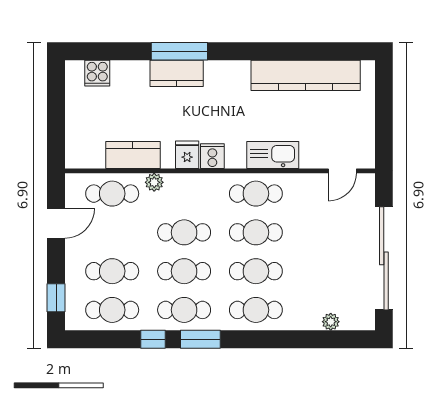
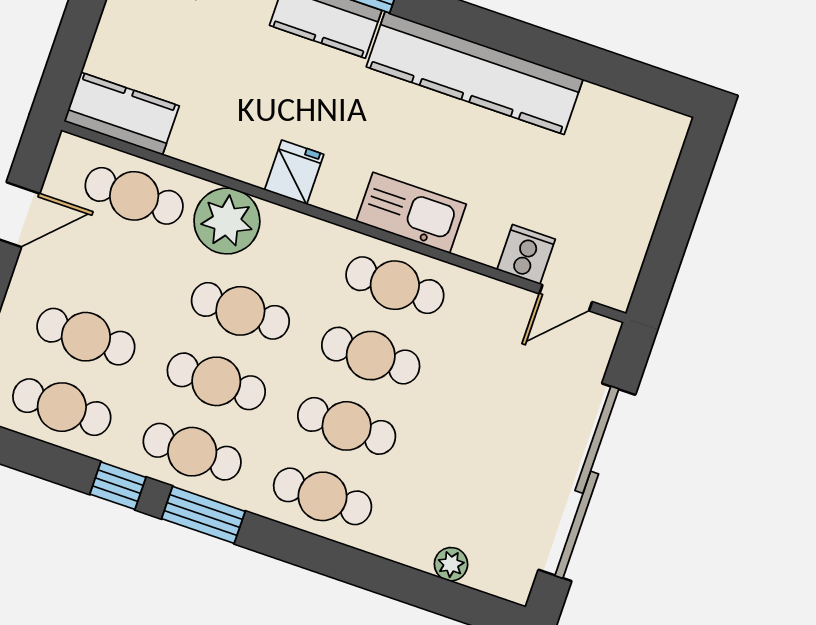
kitchen counter: (306, 75) -> (475, 73), moved
kitchen counter: (133, 155) -> (122, 114), moved
kitchen sink: (273, 155) -> (411, 213), moved
cooker: (212, 156) -> (526, 254), moved
plant: (154, 182) -> (227, 221), width x1.88, depth x1.88

